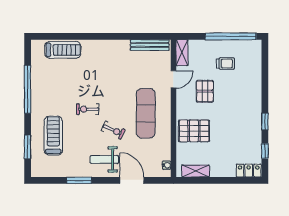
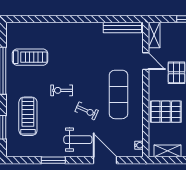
treadmill: (63, 50) -> (30, 57), moved
door: (173, 79) -> (146, 61), hinge flipped
weight bench: (104, 159) -> (78, 140), turned 180

